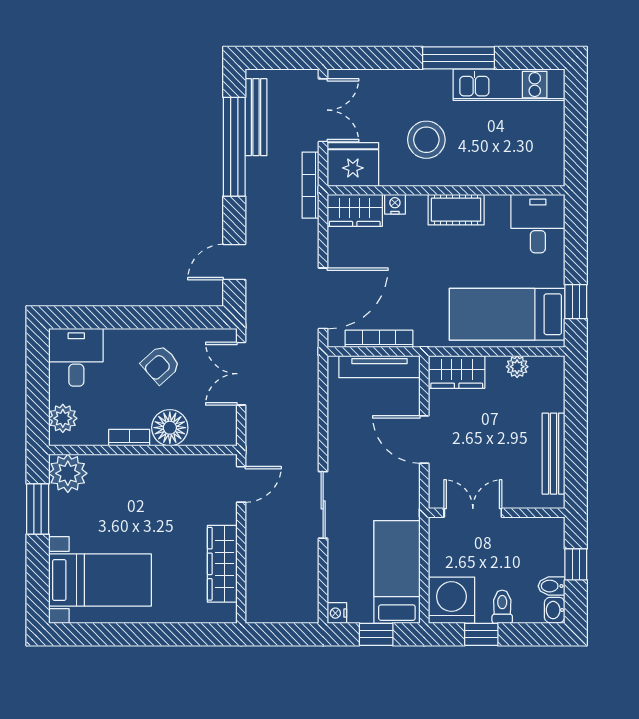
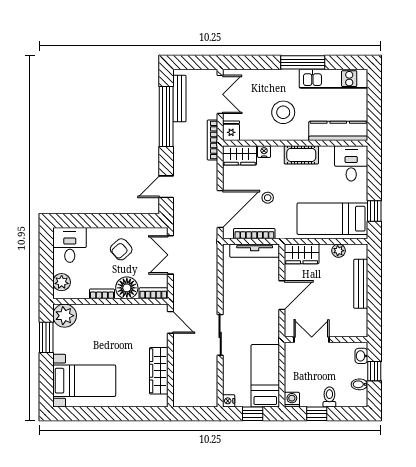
fridge: (353, 164) -> (231, 131), width x0.53, depth x0.75
kitchen counter: (517, 170) -> (338, 131), added
stool: (401, 280) -> (268, 198), added
bookcase: (213, 437) -> (153, 293), added
door: (424, 440) -> (282, 295), swing flipped
bench: (554, 454) -> (361, 284), moved
door: (241, 484) -> (170, 322), hinge flipped
washing machine: (451, 600) -> (292, 400), width x0.53, depth x0.53
washbasin: (555, 610) -> (361, 356), moved

